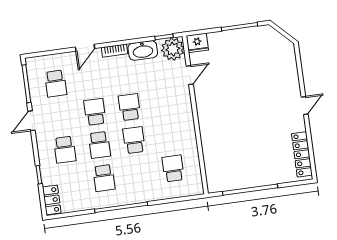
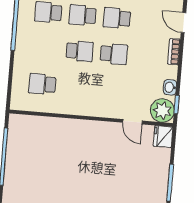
washbasin: (143, 50) -> (170, 87), width x0.52, depth x0.69
school desk: (95, 112) -> (117, 18), turned 180
school desk: (173, 168) -> (42, 84), turned 180

